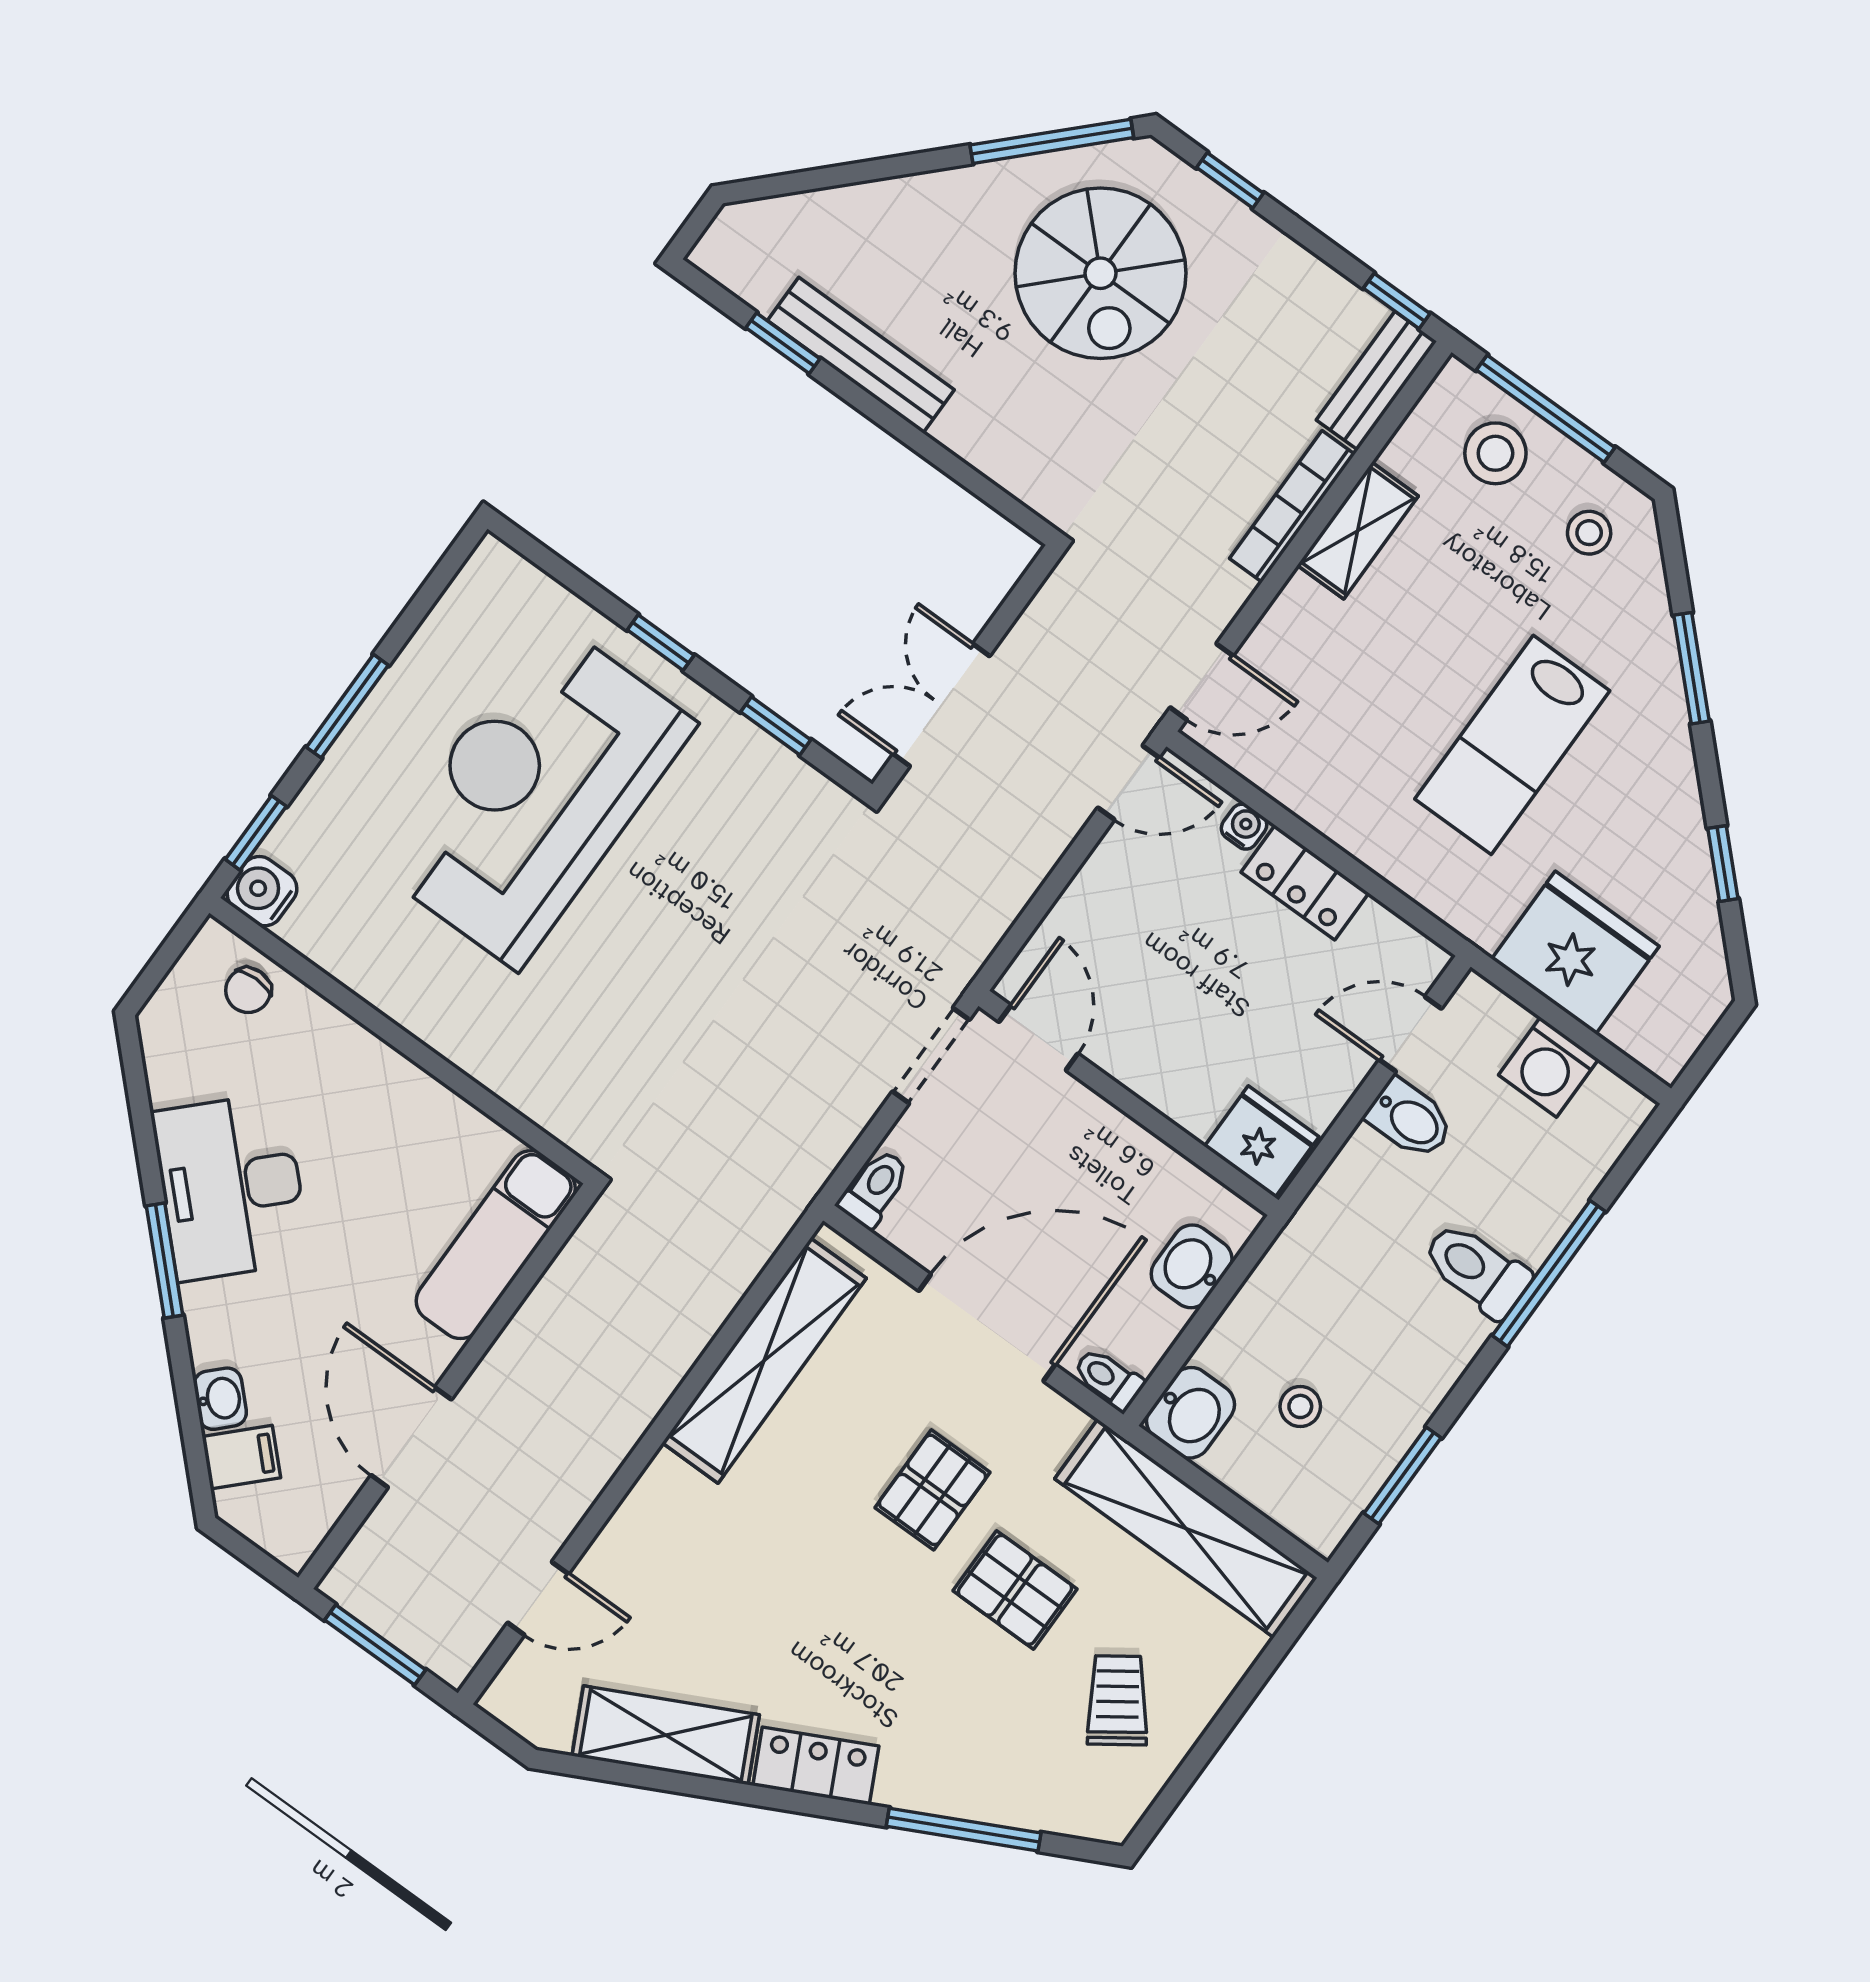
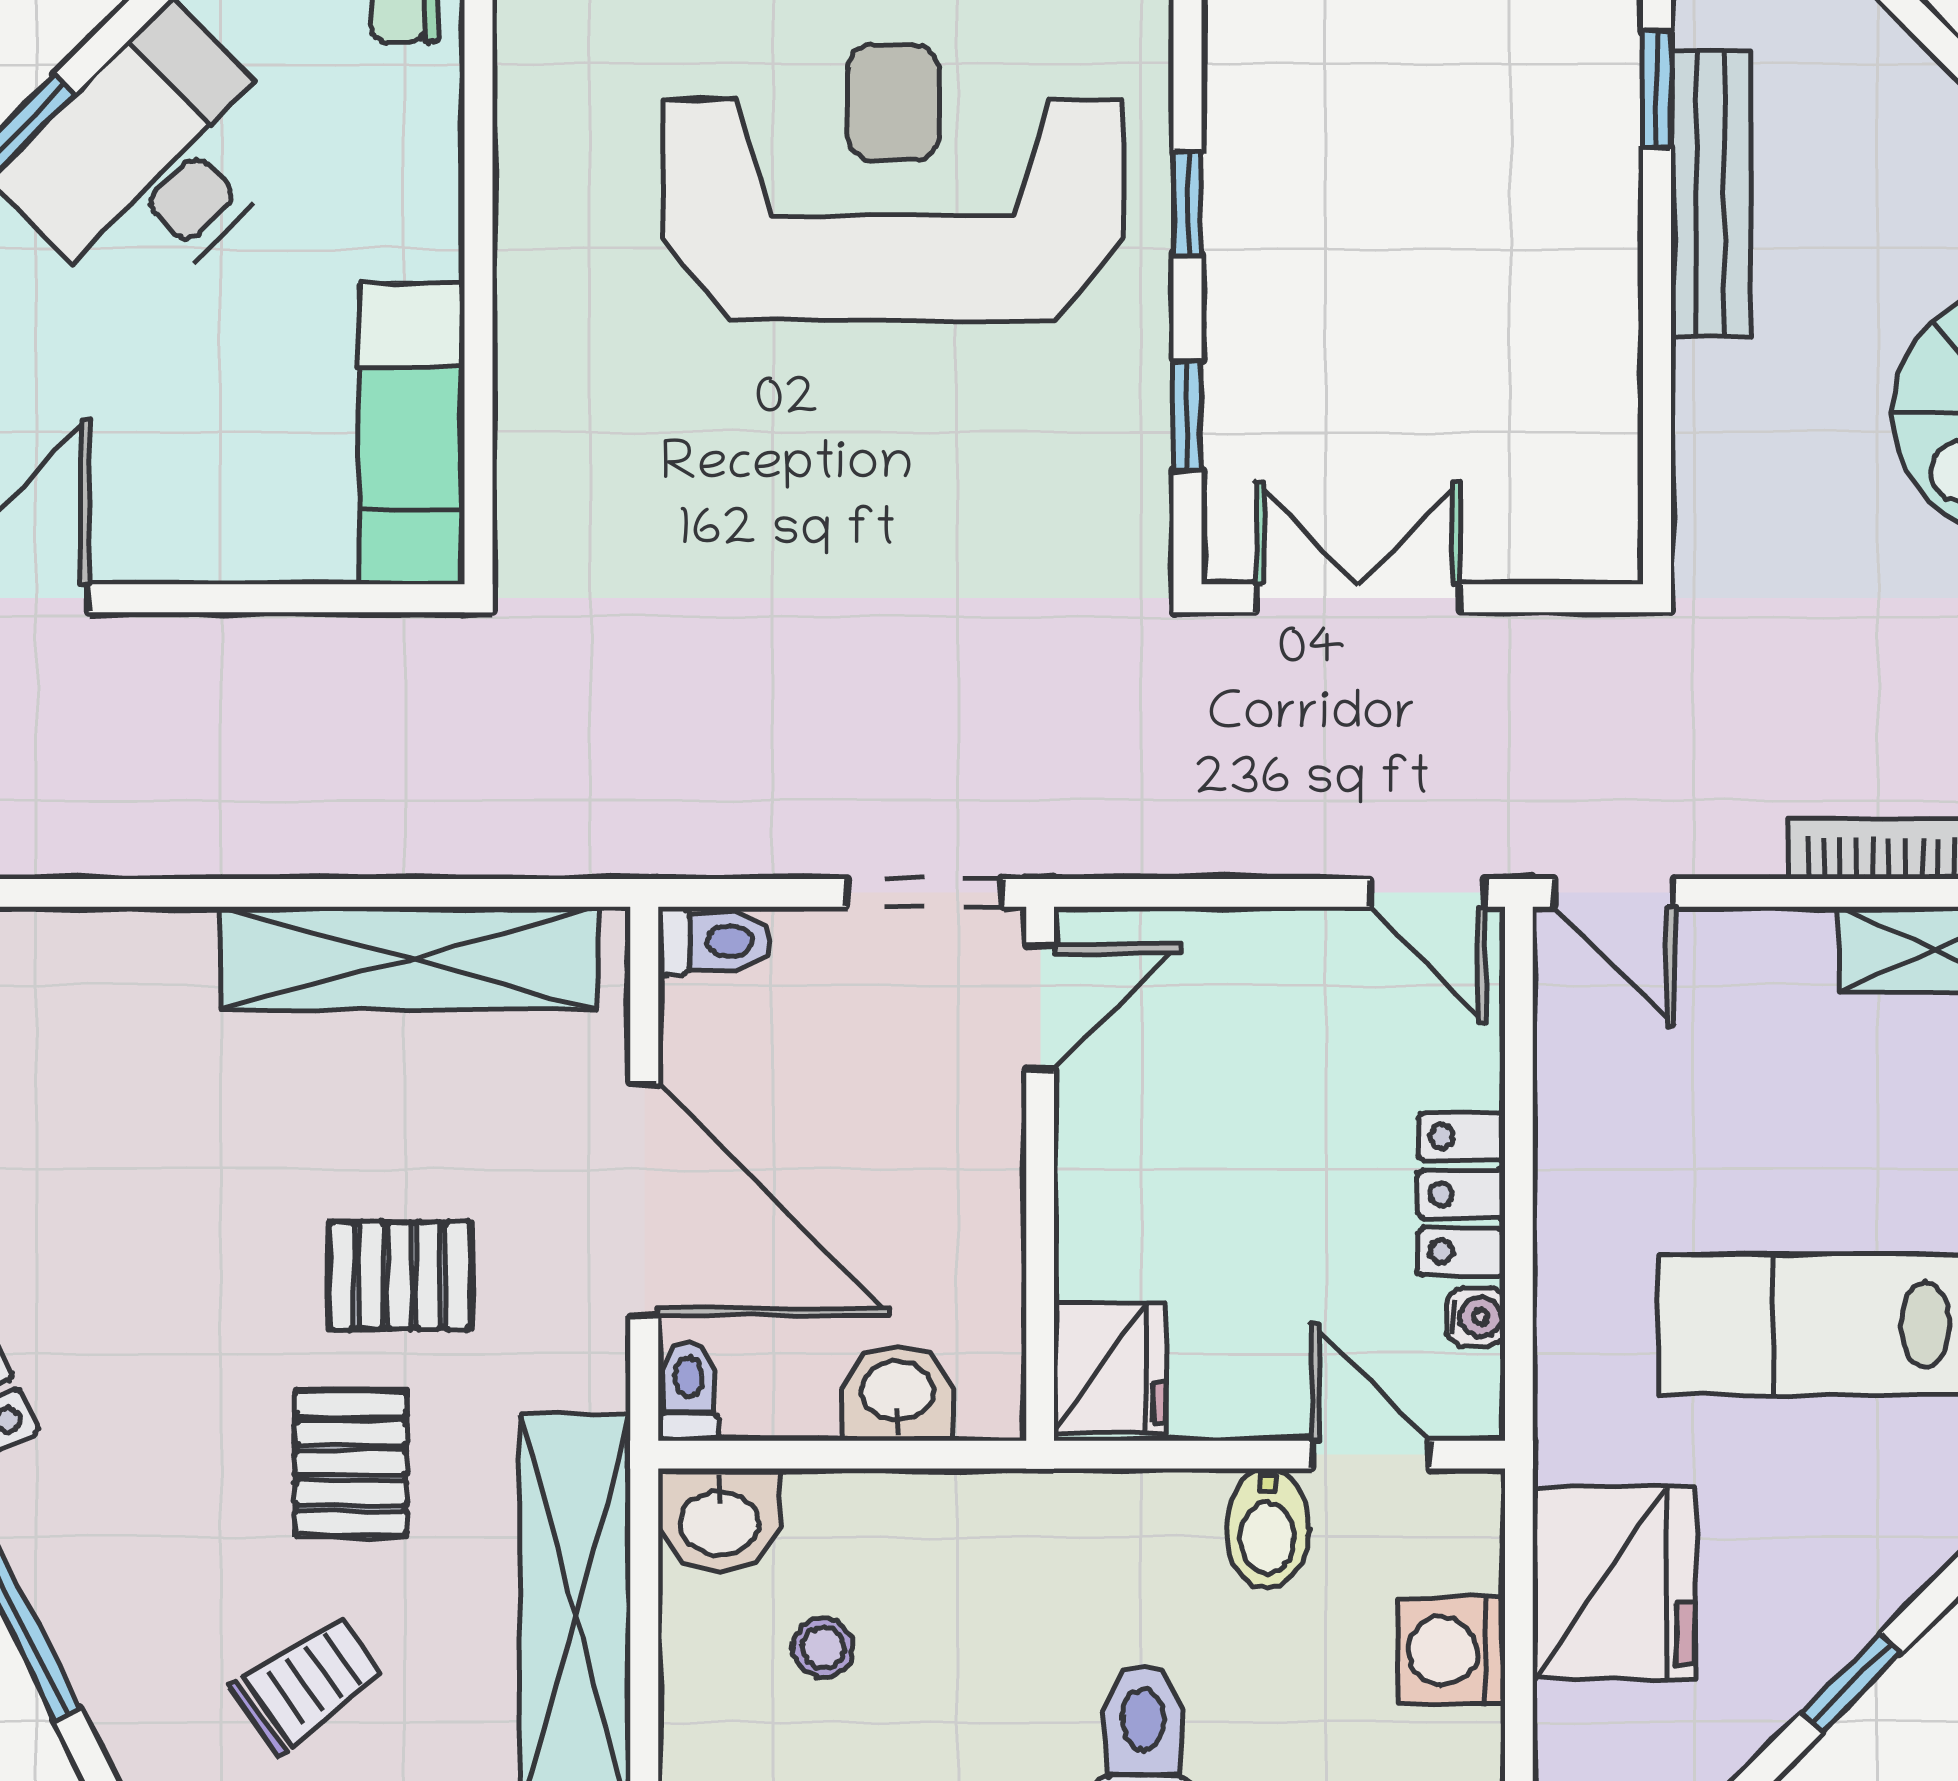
water cooler: (1244, 827) -> (1476, 1317), moved
exam couch: (496, 1245) -> (412, 434), moved, turned -90

